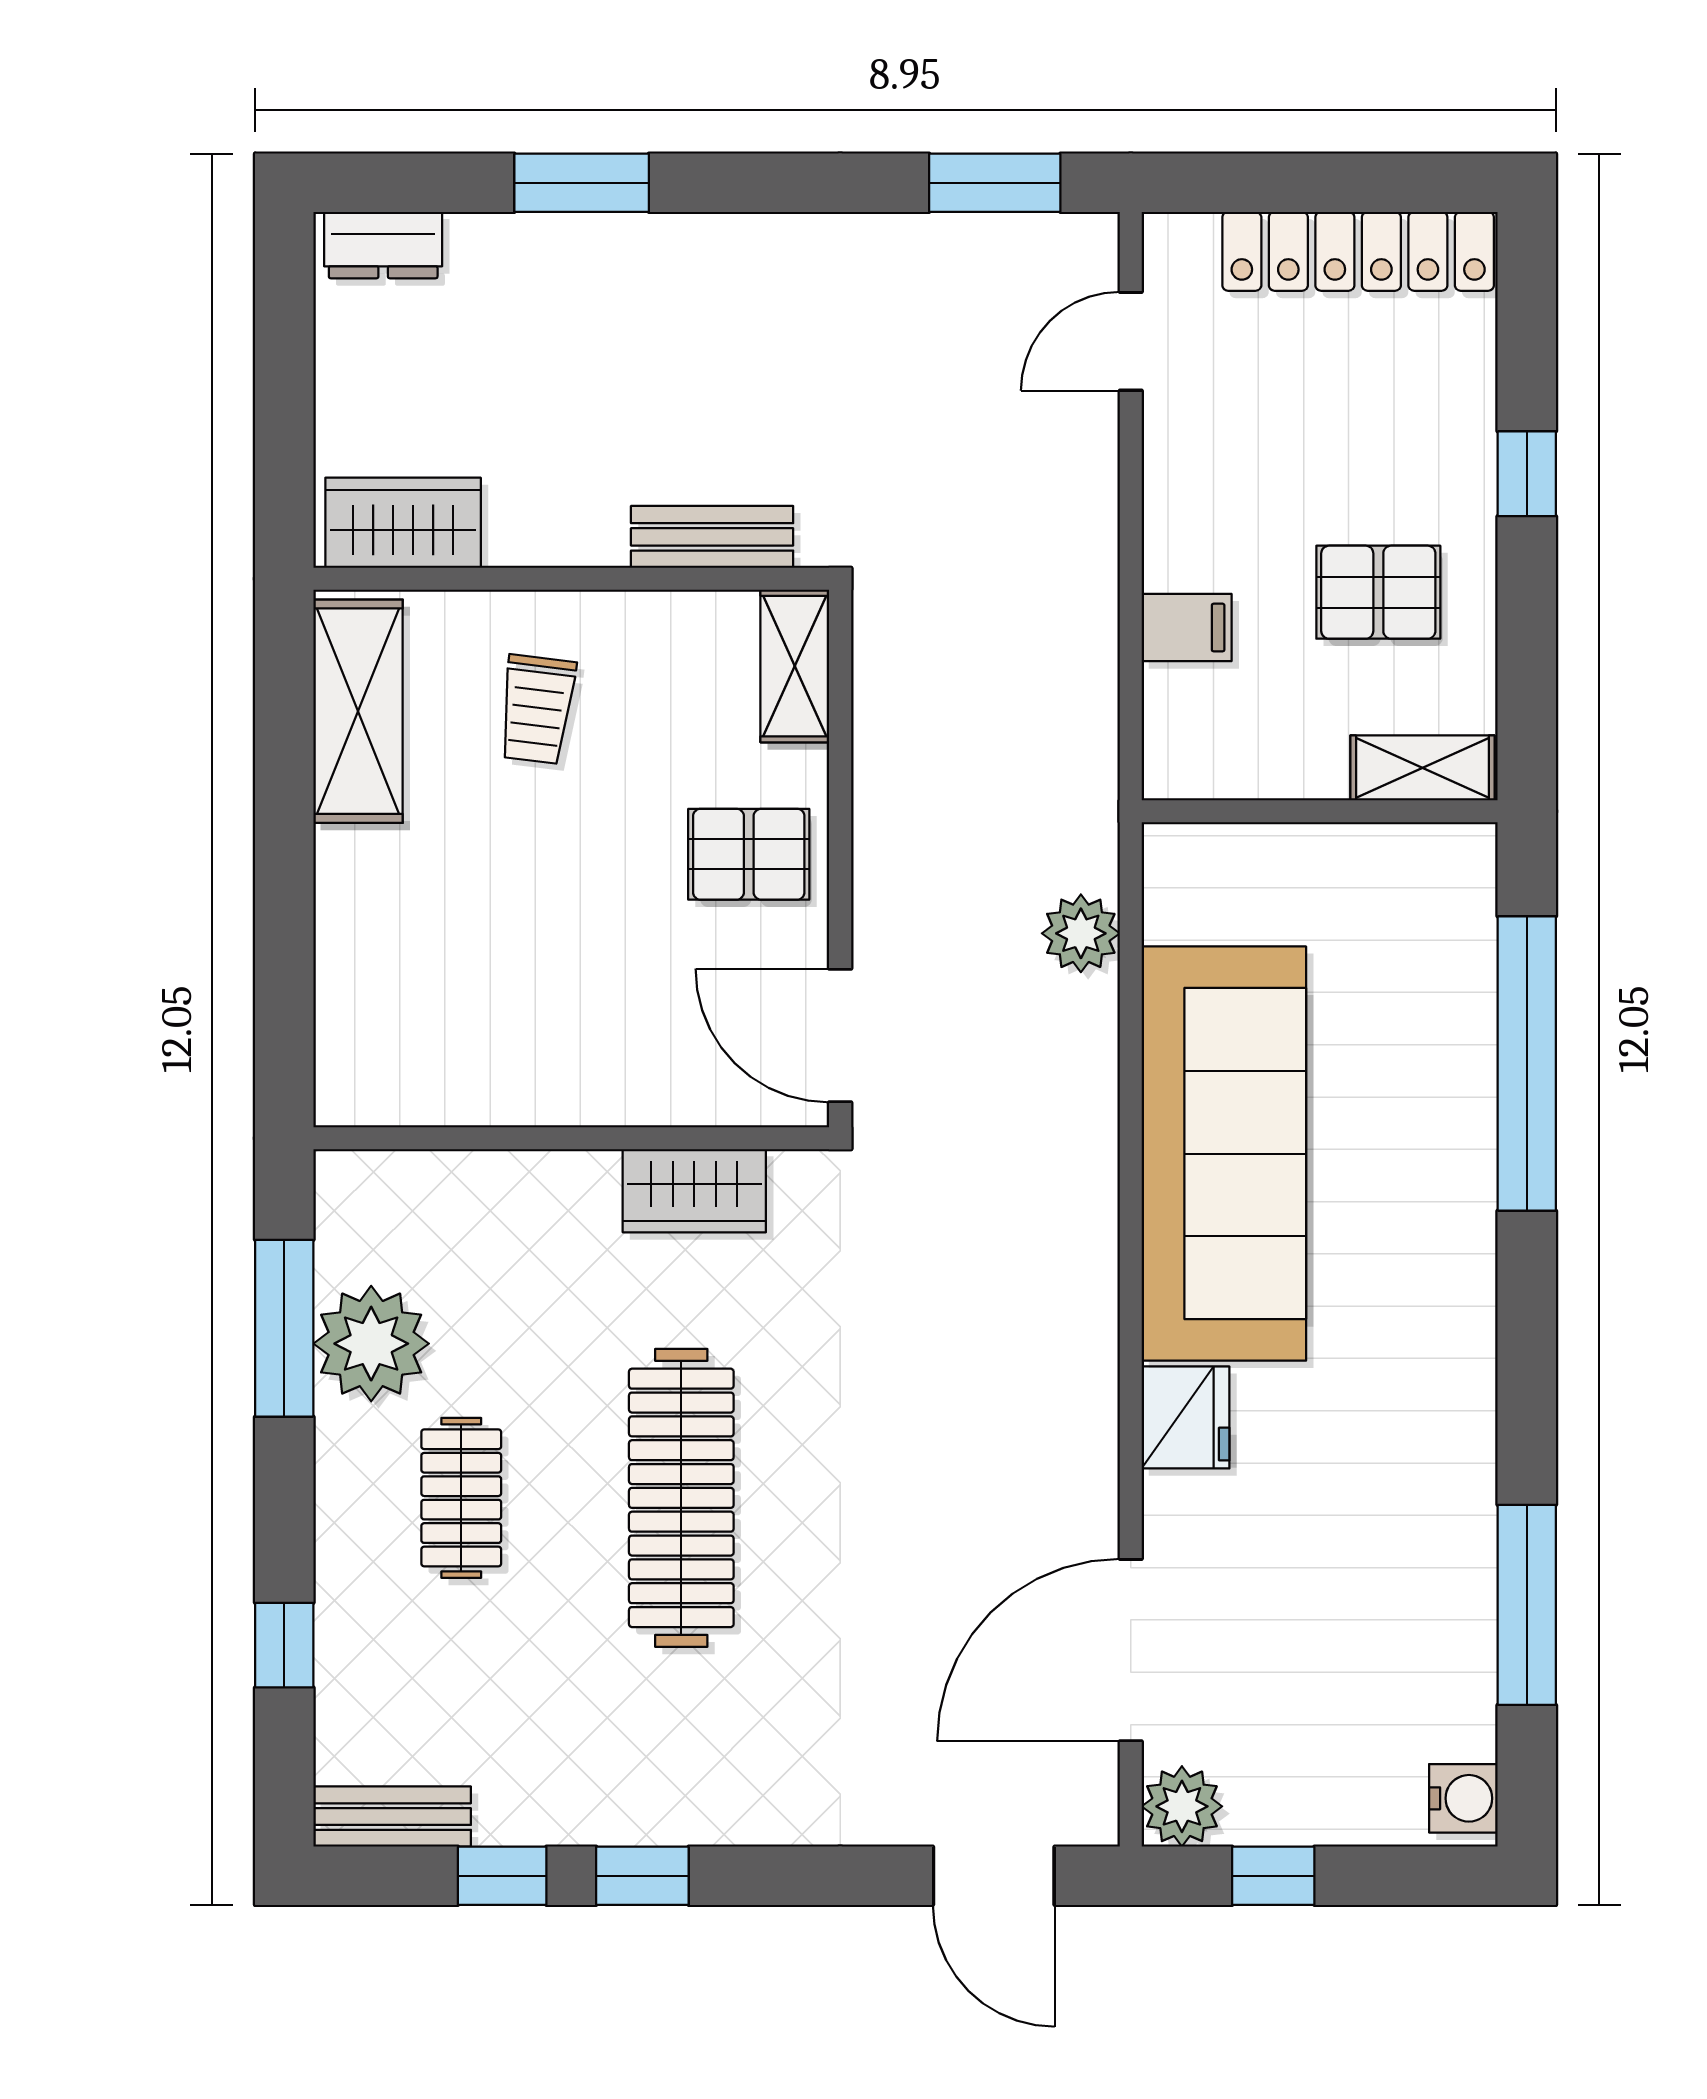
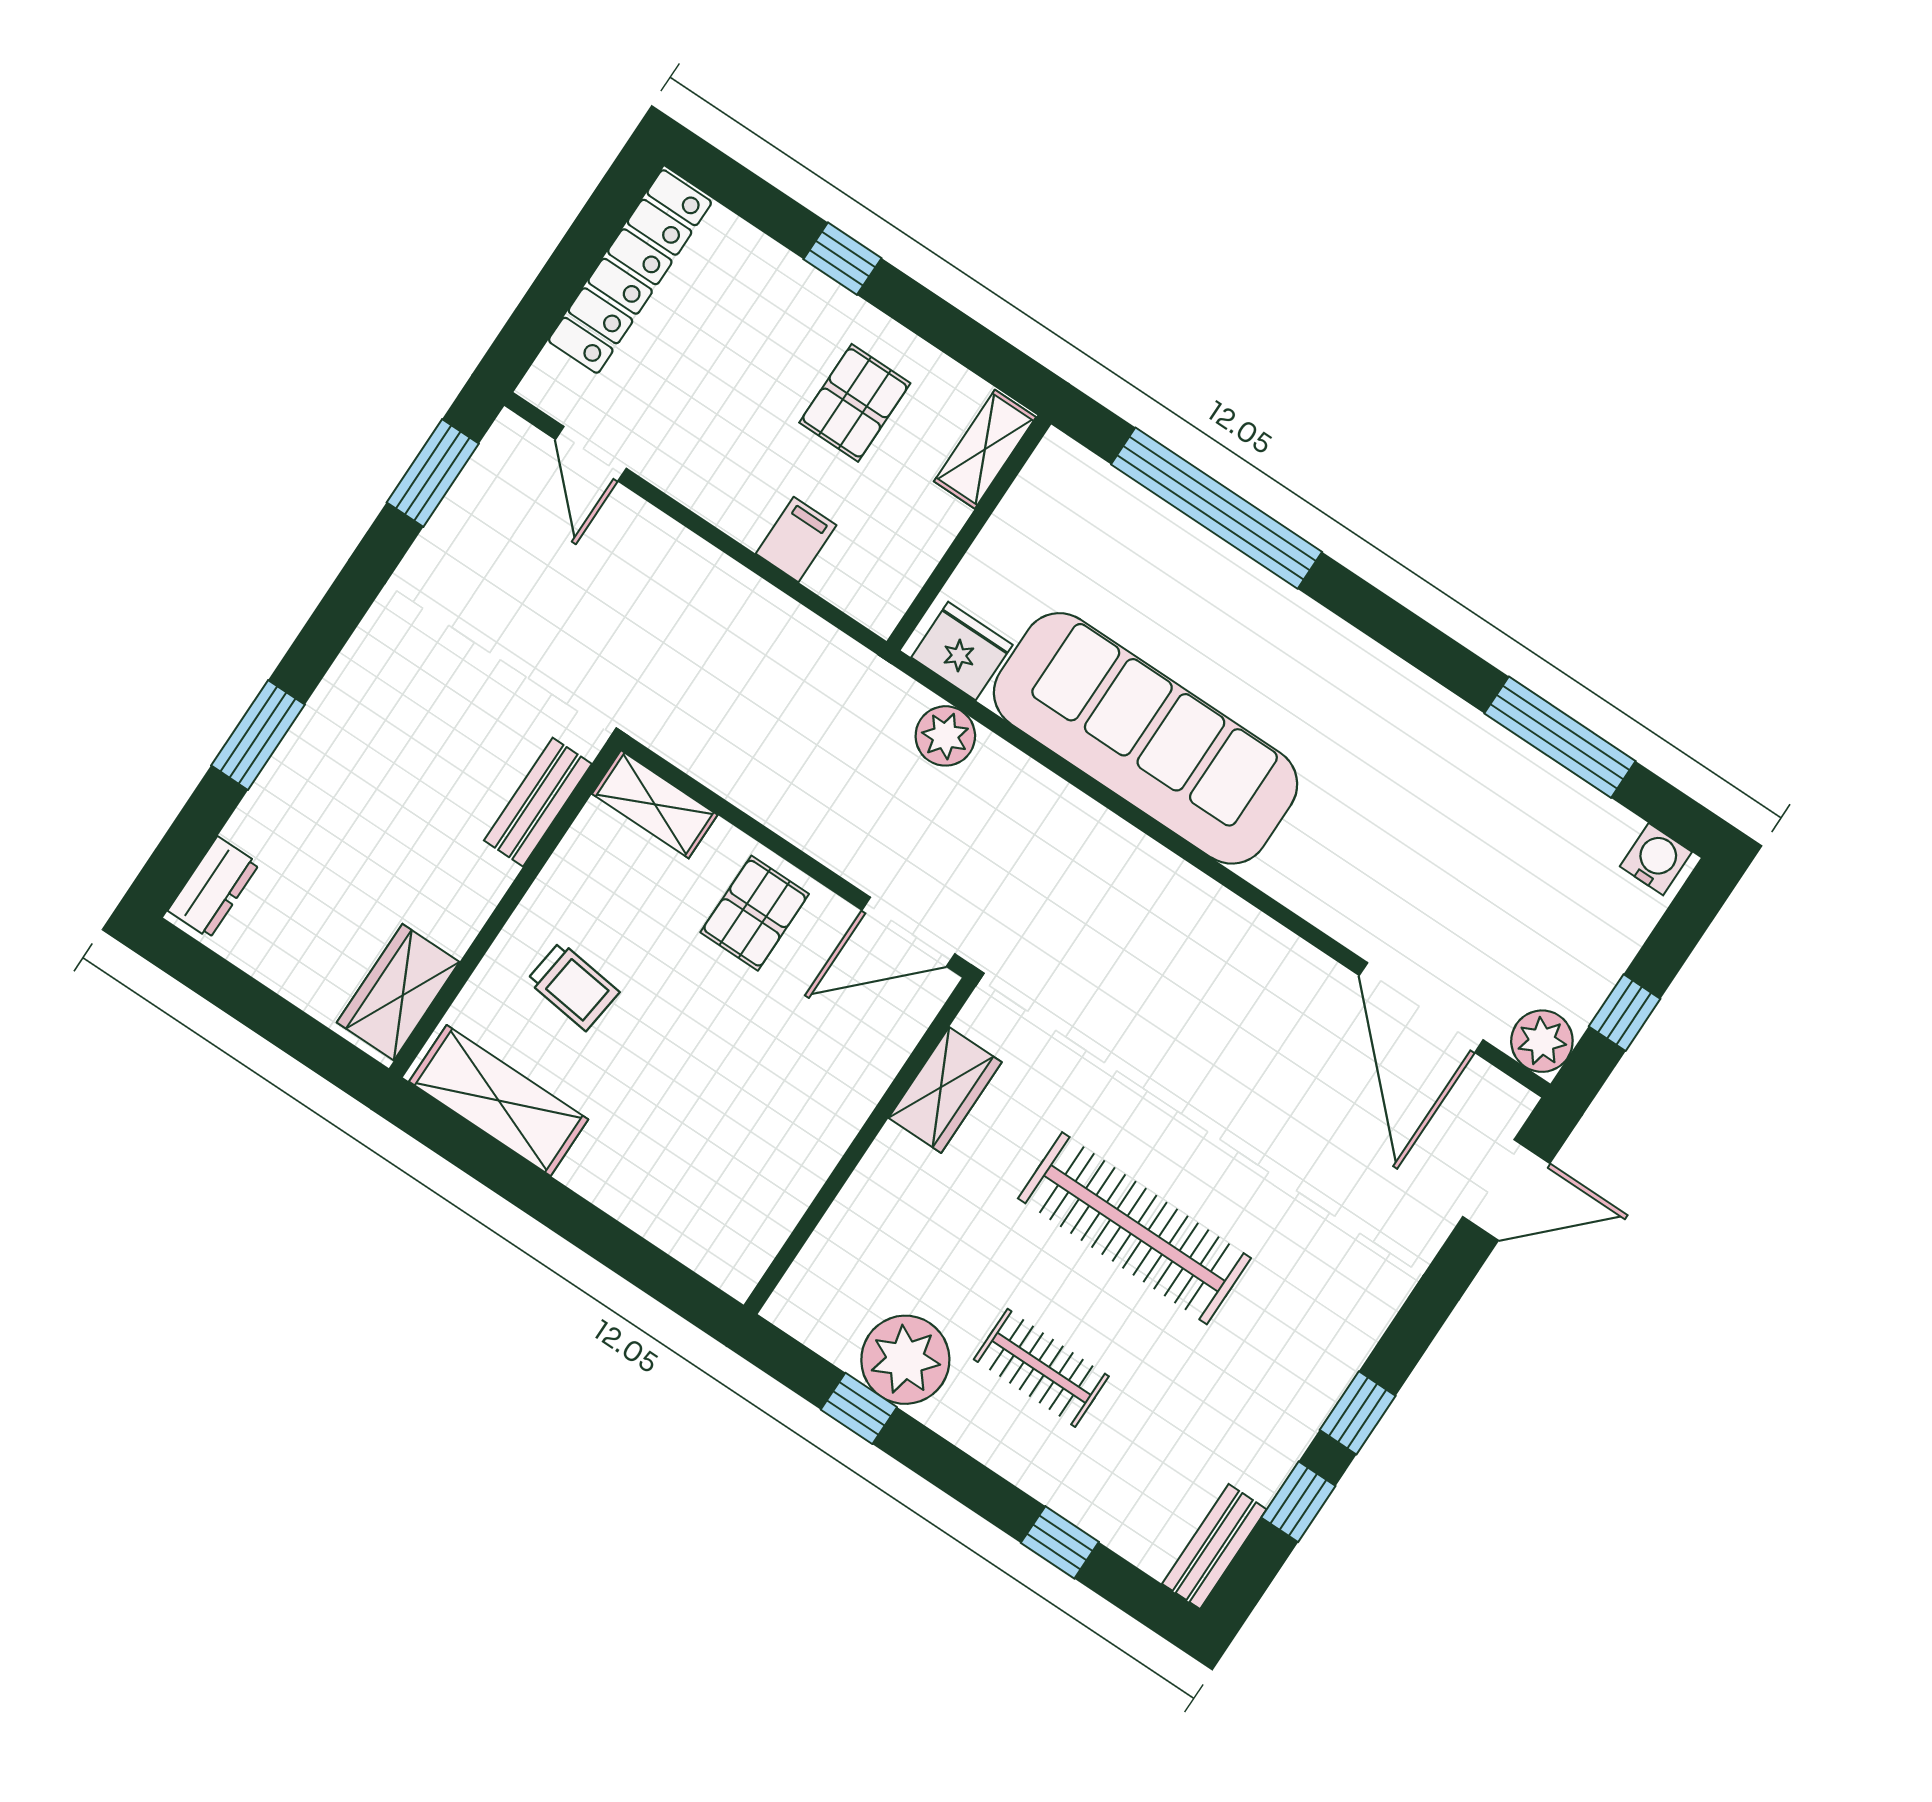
window: (284, 1328) -> (859, 1408), width x0.46
fridge: (1186, 1417) -> (962, 651), moved

